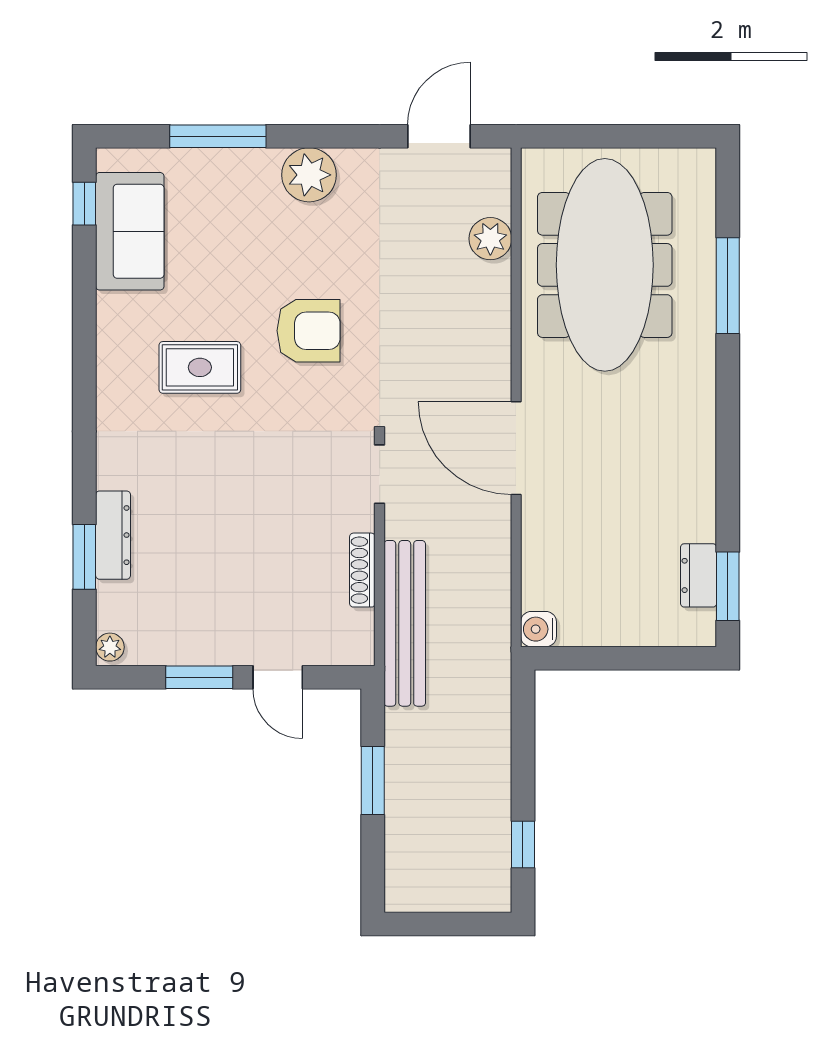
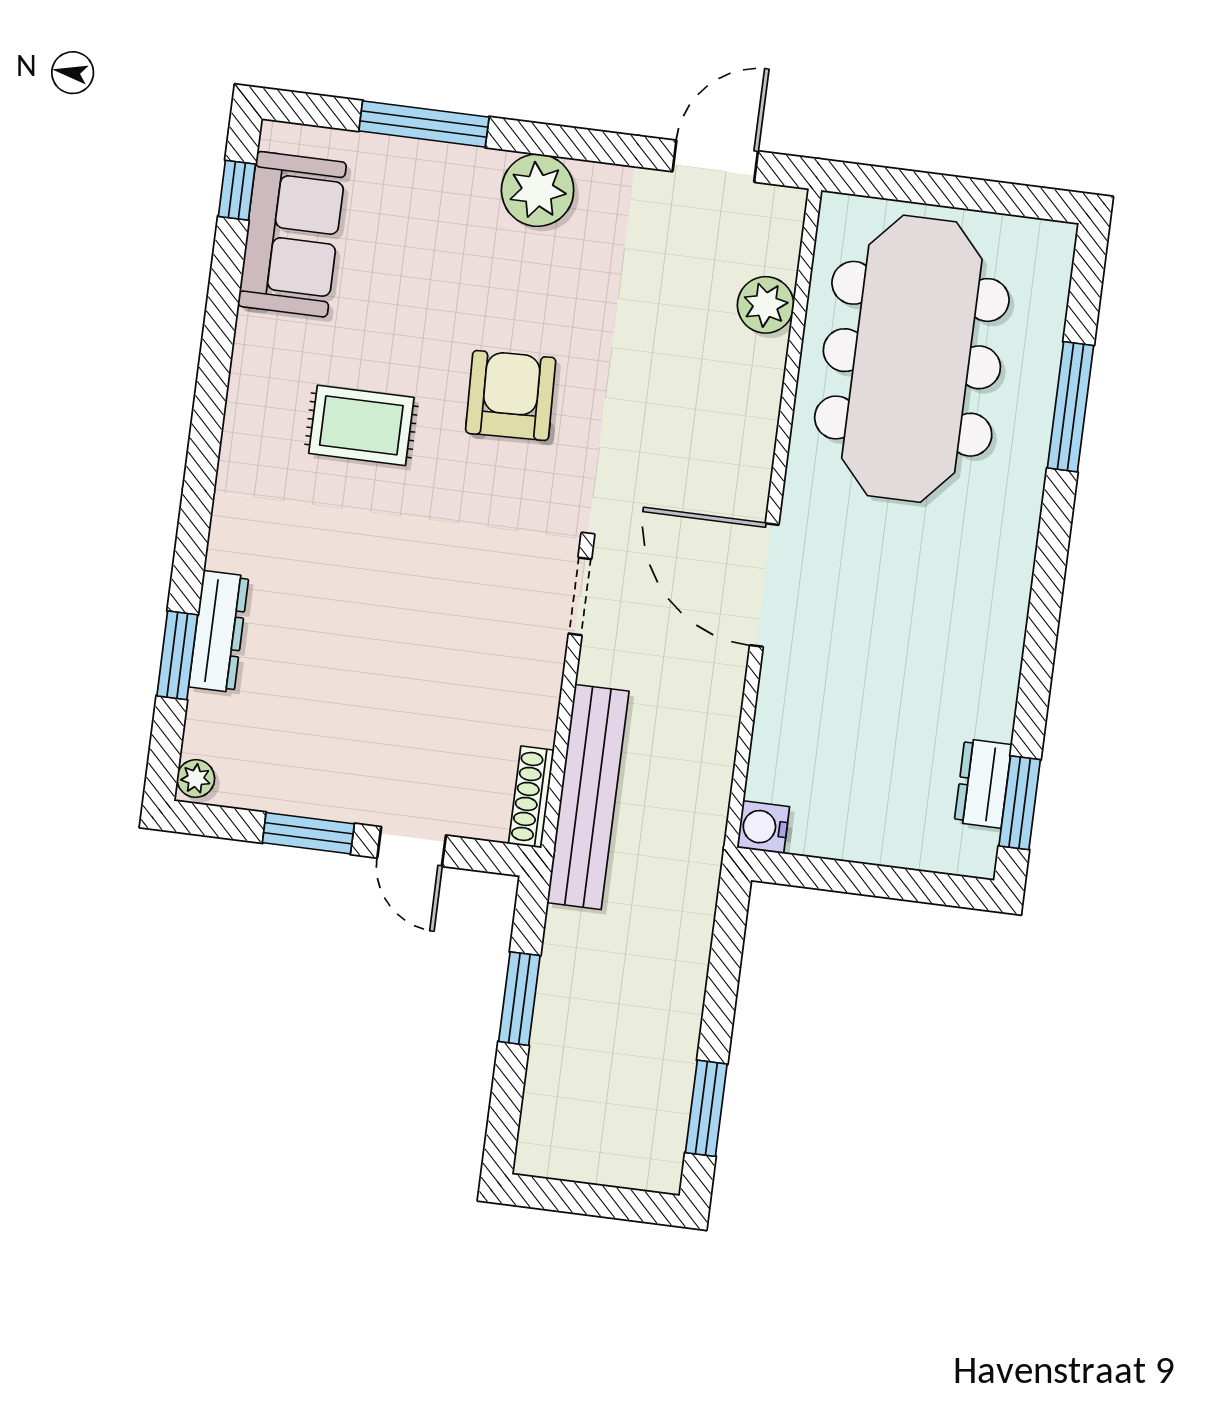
armchair: (309, 331) -> (511, 395), turned -92
shoe rack: (362, 570) -> (531, 797), moved
window: (523, 845) -> (706, 1108), width x1.50

